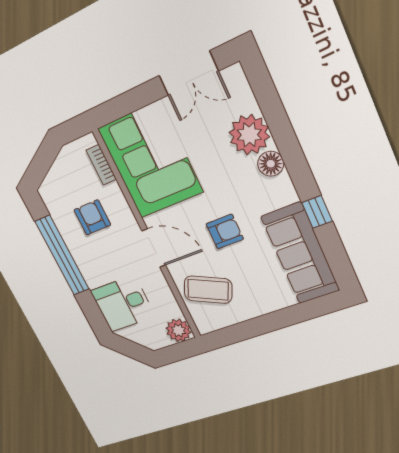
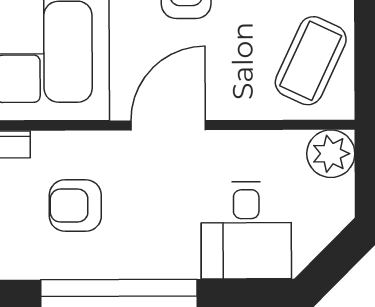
coffee table: (208, 290) -> (311, 61), moved

